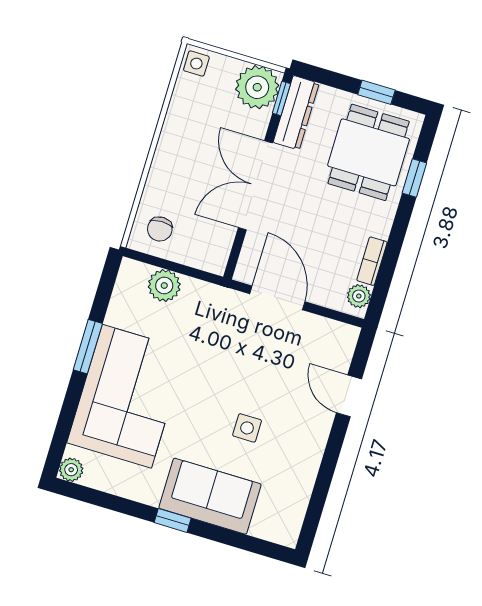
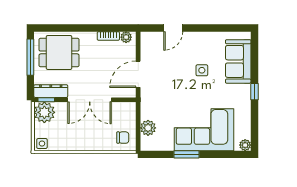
window: (376, 92) -> (30, 57), width x2.17
window: (414, 178) -> (64, 28), removed
sofa: (210, 496) -> (238, 61), moved

